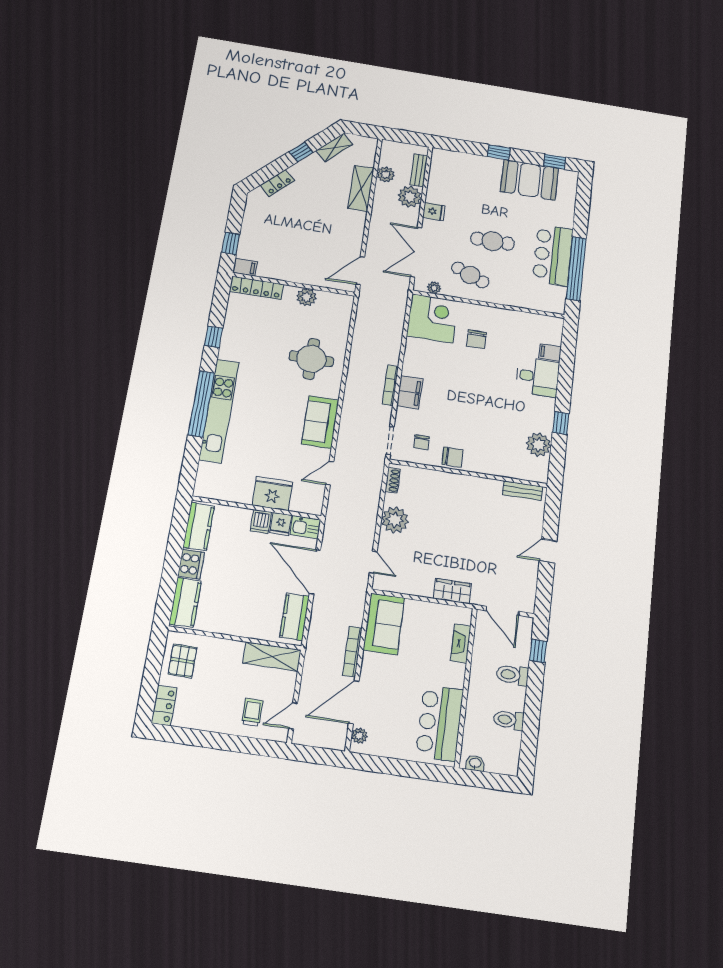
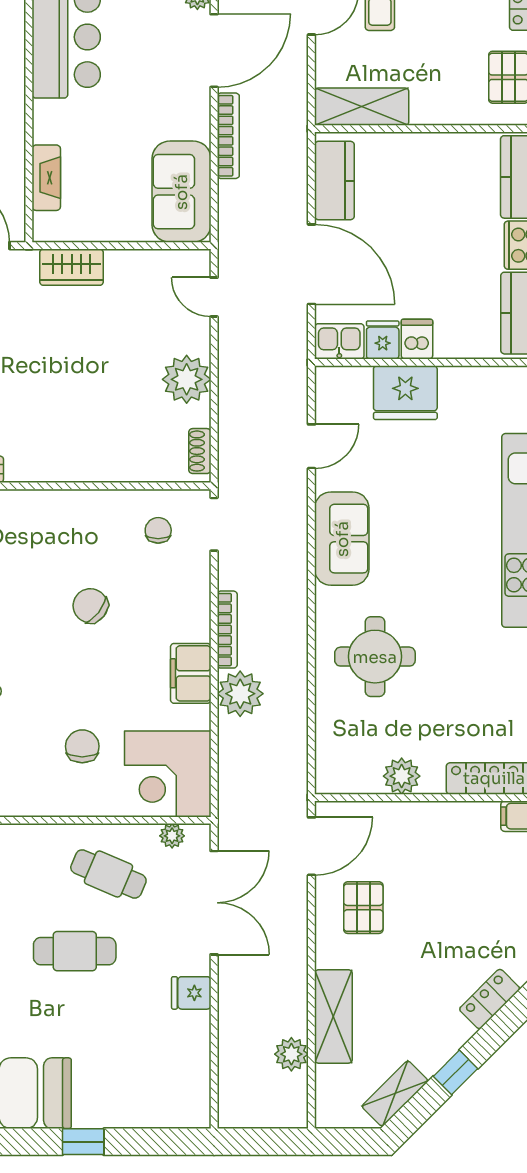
bench: (419, 170) -> (230, 1075), removed
plant: (410, 197) -> (240, 694), moved
pallet: (337, 237) -> (363, 908), added
filing cabinet: (410, 392) -> (191, 673), moved
chair: (453, 457) -> (90, 606), moved, turned 38

